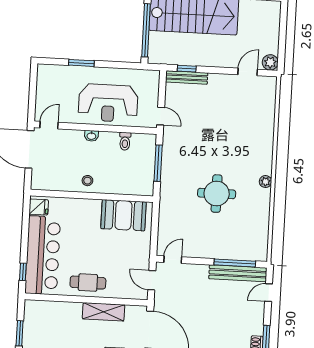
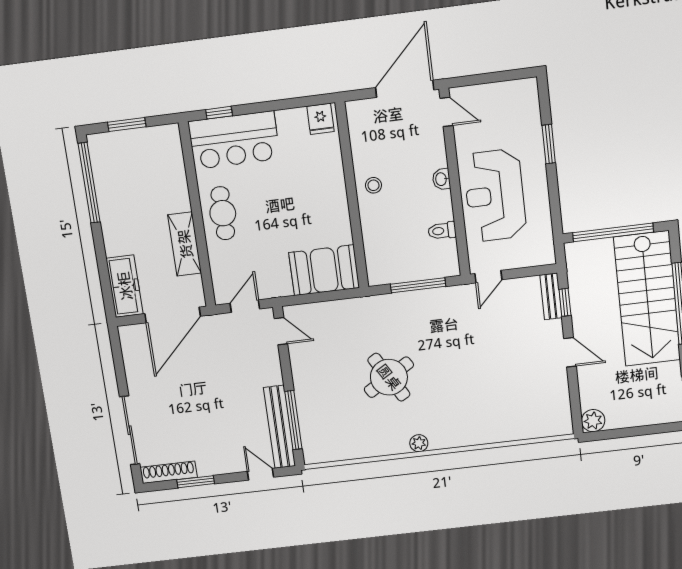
door: (248, 72) -> (570, 352), moved
bench: (187, 77) -> (551, 296), width x0.73
round table: (217, 194) -> (389, 377), turned -31
booth: (123, 215) -> (324, 270), moved, turned 90
bar counter: (43, 255) -> (234, 140), width x0.73

